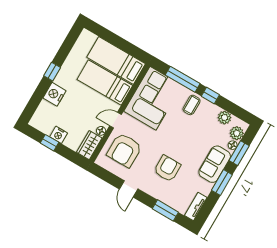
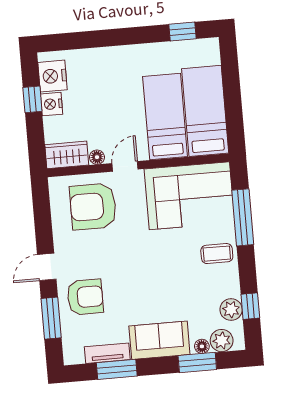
window: (52, 72) -> (182, 32), moved
nightstand: (54, 94) -> (52, 76), moved, turned -90
window: (210, 95) -> (250, 306), moved
door: (116, 120) -> (125, 166), hinge flipped
armchair: (167, 168) -> (85, 297), moved
window: (222, 182) -> (117, 369), moved
door: (129, 189) -> (47, 267), moved
tv unit: (196, 206) -> (107, 353), moved

